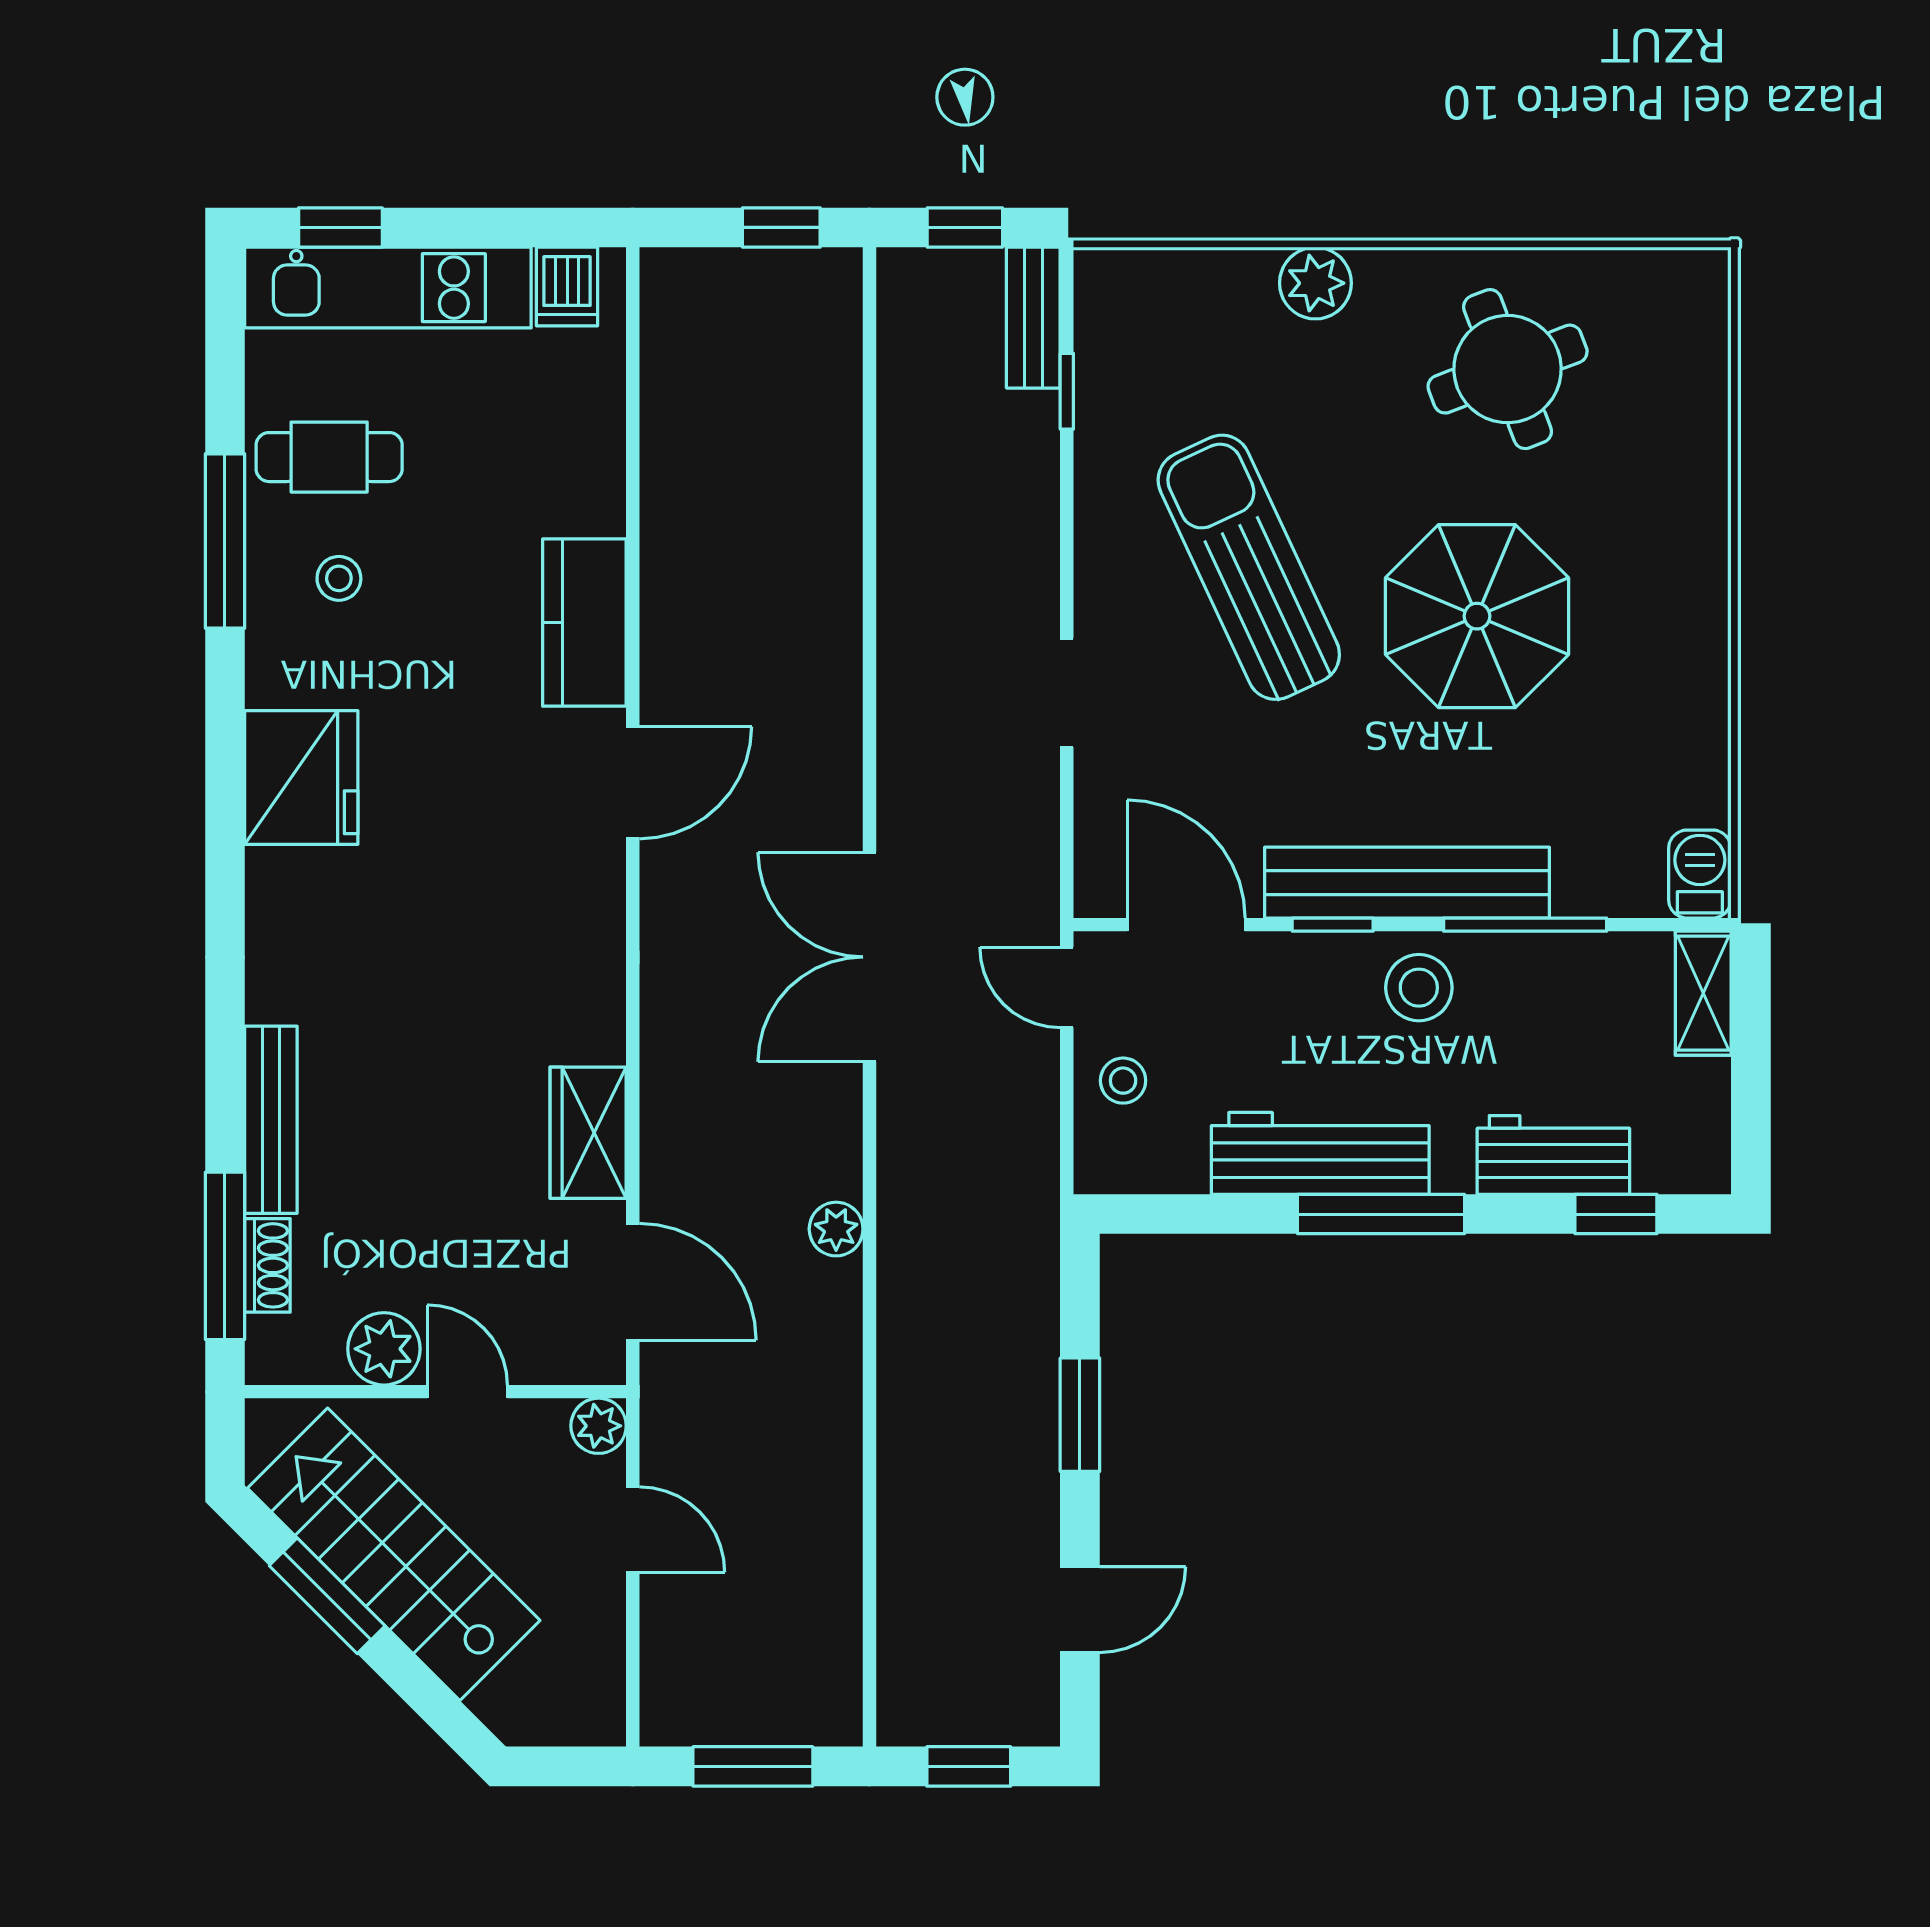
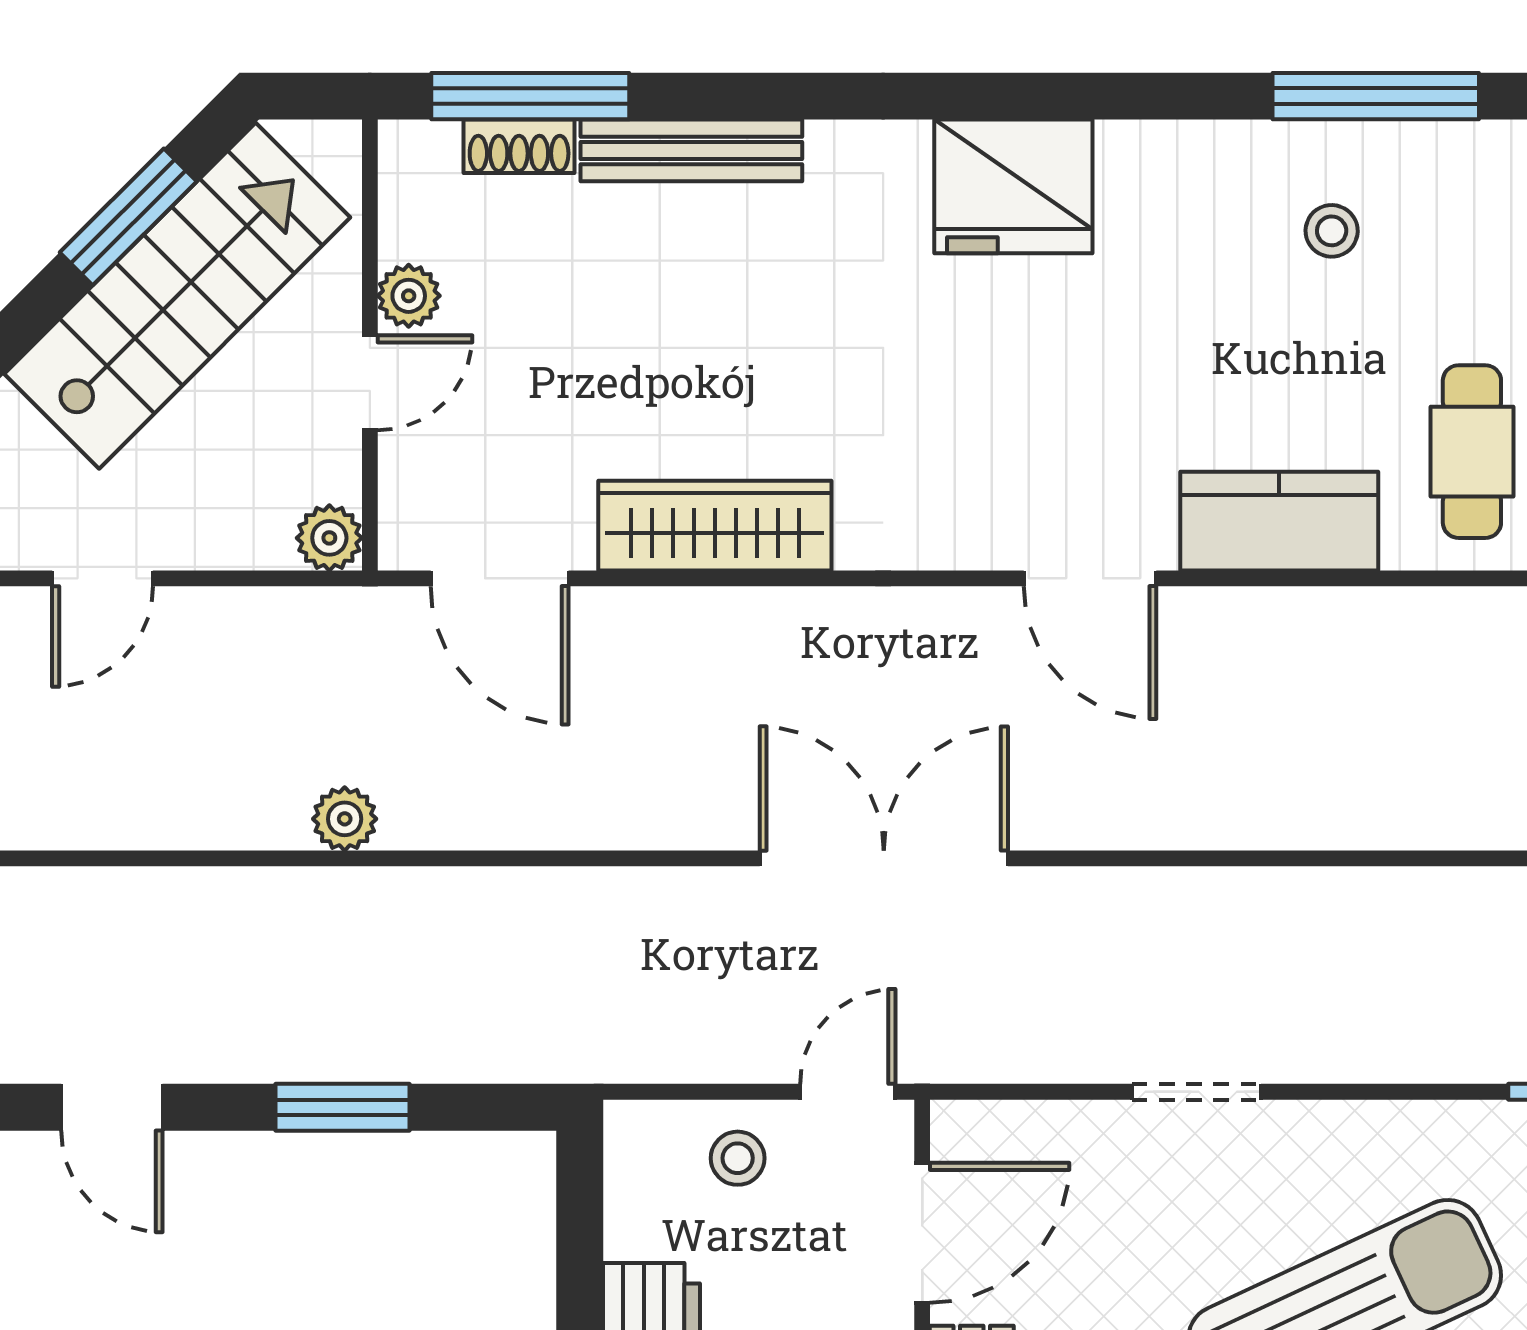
cafe table: (329, 457) -> (1472, 452), moved
fridge: (301, 778) -> (1013, 186), moved
wardrobe: (588, 1133) -> (715, 526), width x1.50
plant: (836, 1229) -> (345, 819), moved
door: (633, 1282) -> (500, 578), hinge flipped
plant: (384, 1349) -> (409, 296), width x0.73, depth x0.73
door: (633, 1530) -> (103, 578), moved

